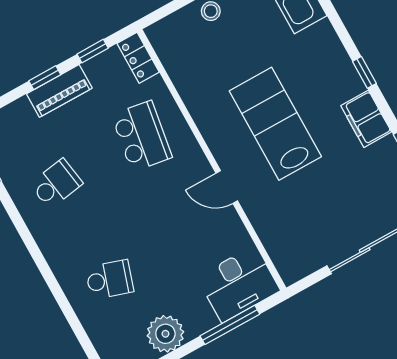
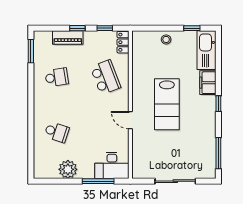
piano: (59, 91) -> (68, 37), moved
filing cabinet: (366, 119) -> (208, 83), moved
lab bench: (275, 124) -> (167, 104), turned 180
school desk: (142, 136) -> (106, 77), turned -30

